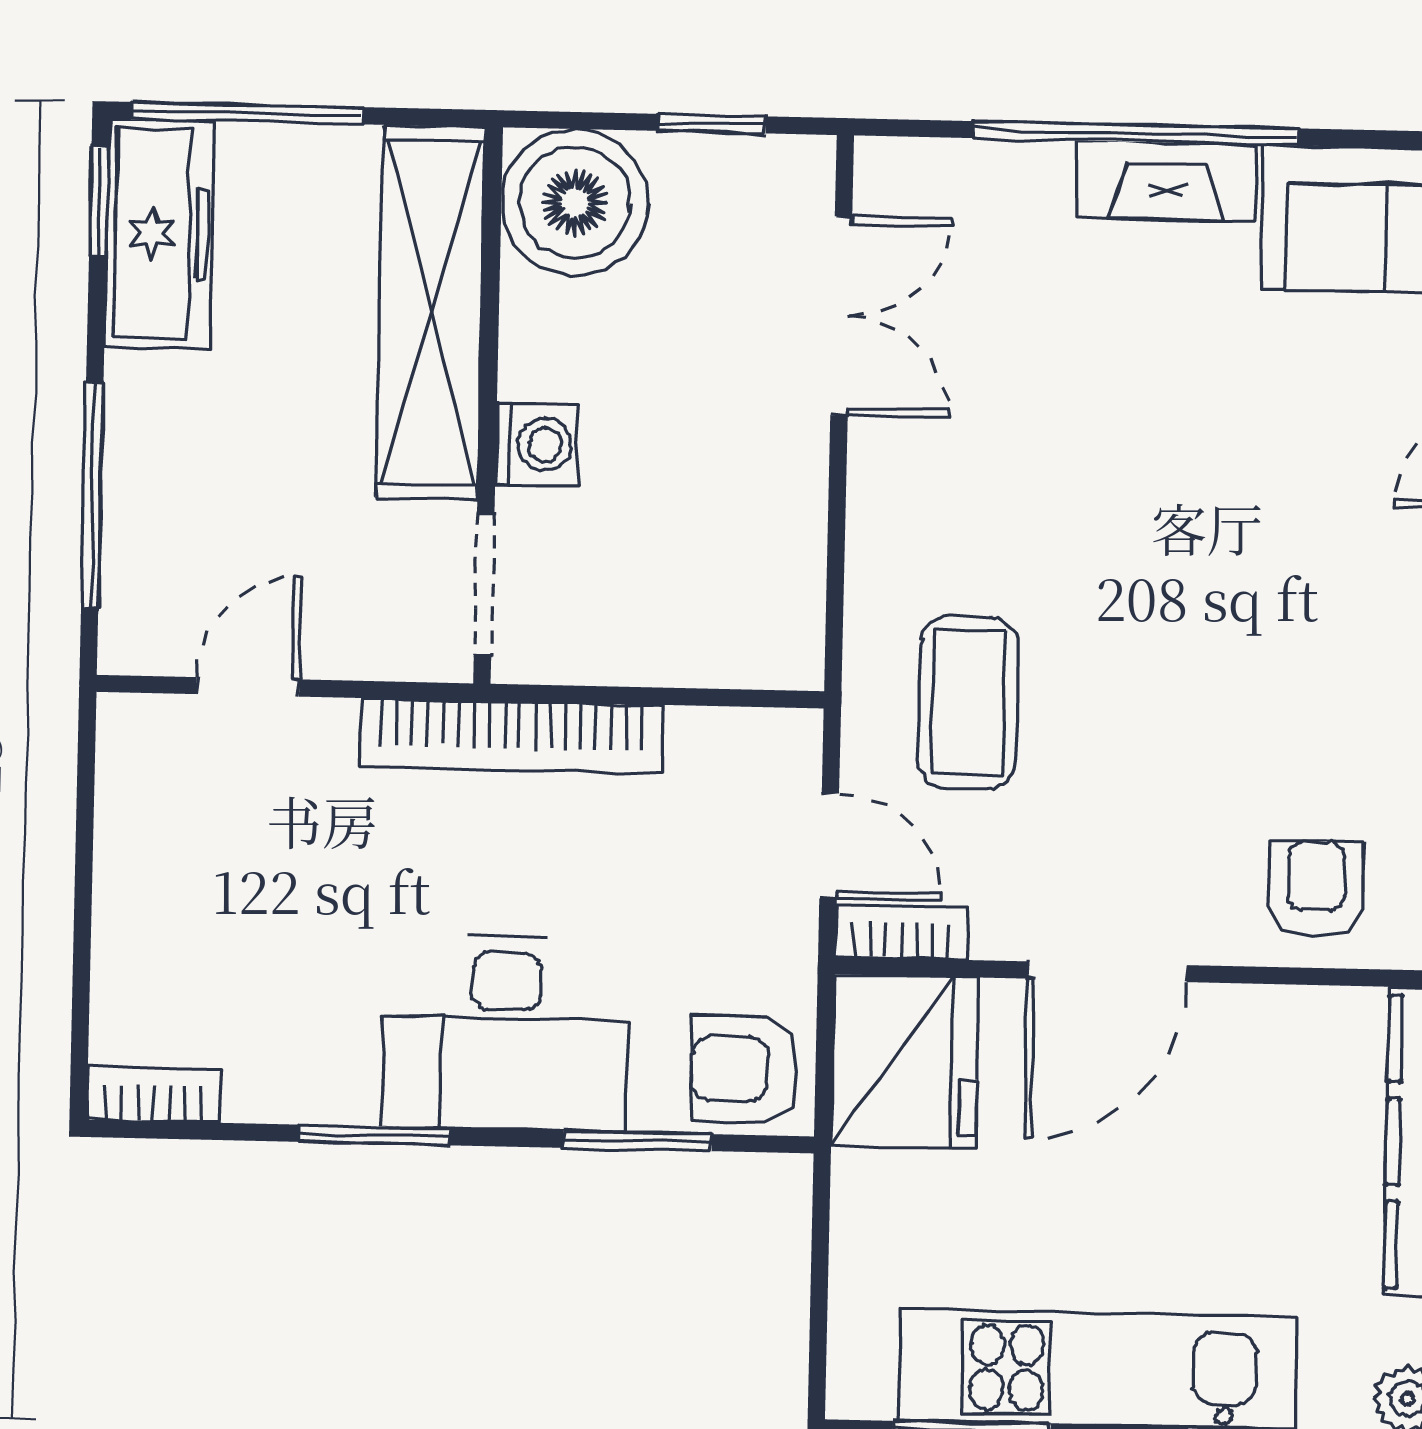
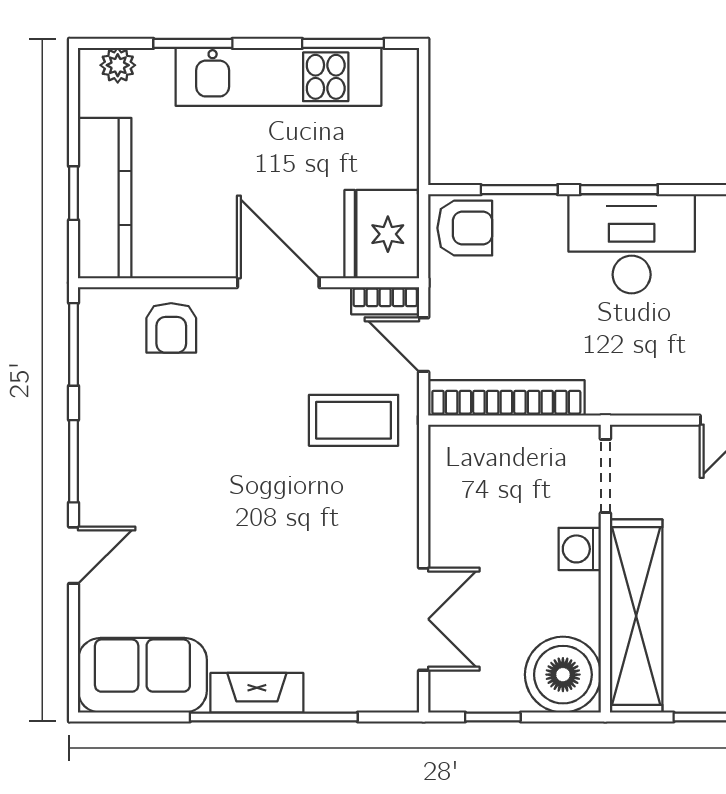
double door: (841, 316) -> (424, 619), swing flipped
coffee table: (968, 703) -> (354, 420), turned 90
bookcase: (511, 736) -> (506, 398), moved
door: (1107, 972) -> (278, 283), hinge flipped
desk: (506, 1033) -> (632, 244), moved
window: (375, 1135) -> (619, 190), moved

